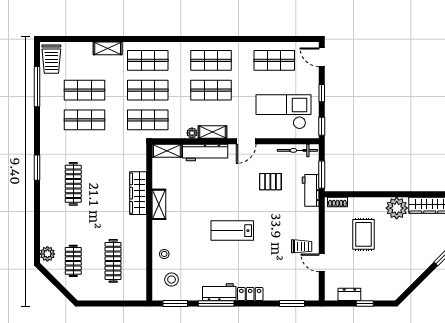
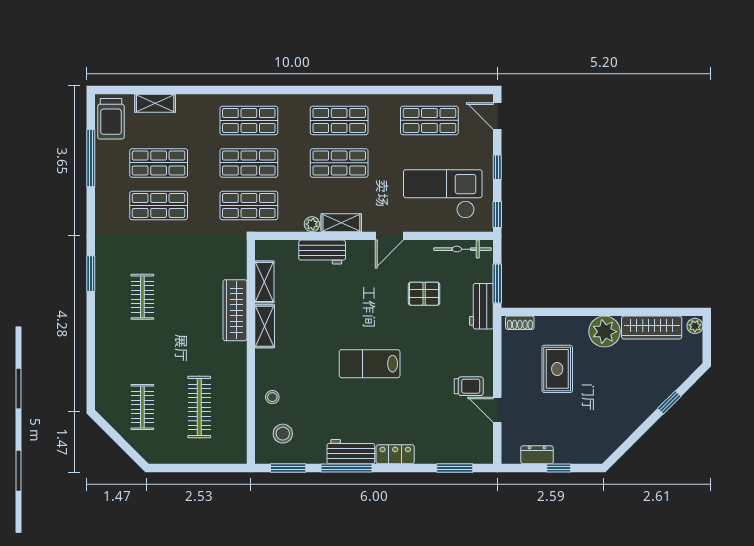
shelving: (108, 48) -> (155, 103), moved
shelving: (167, 151) -> (264, 282), moved, turned 90
workbench: (205, 152) -> (322, 252), width x0.73
clothes rail: (73, 184) -> (142, 297), width x0.73
plant: (47, 254) -> (105, 397), removed

